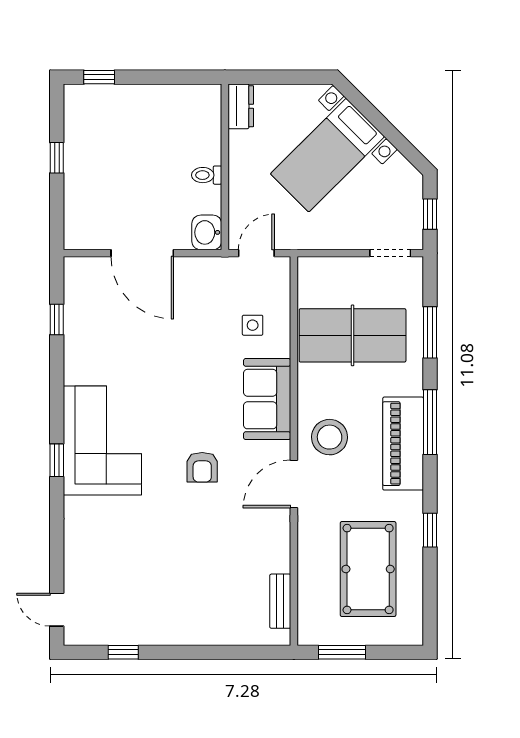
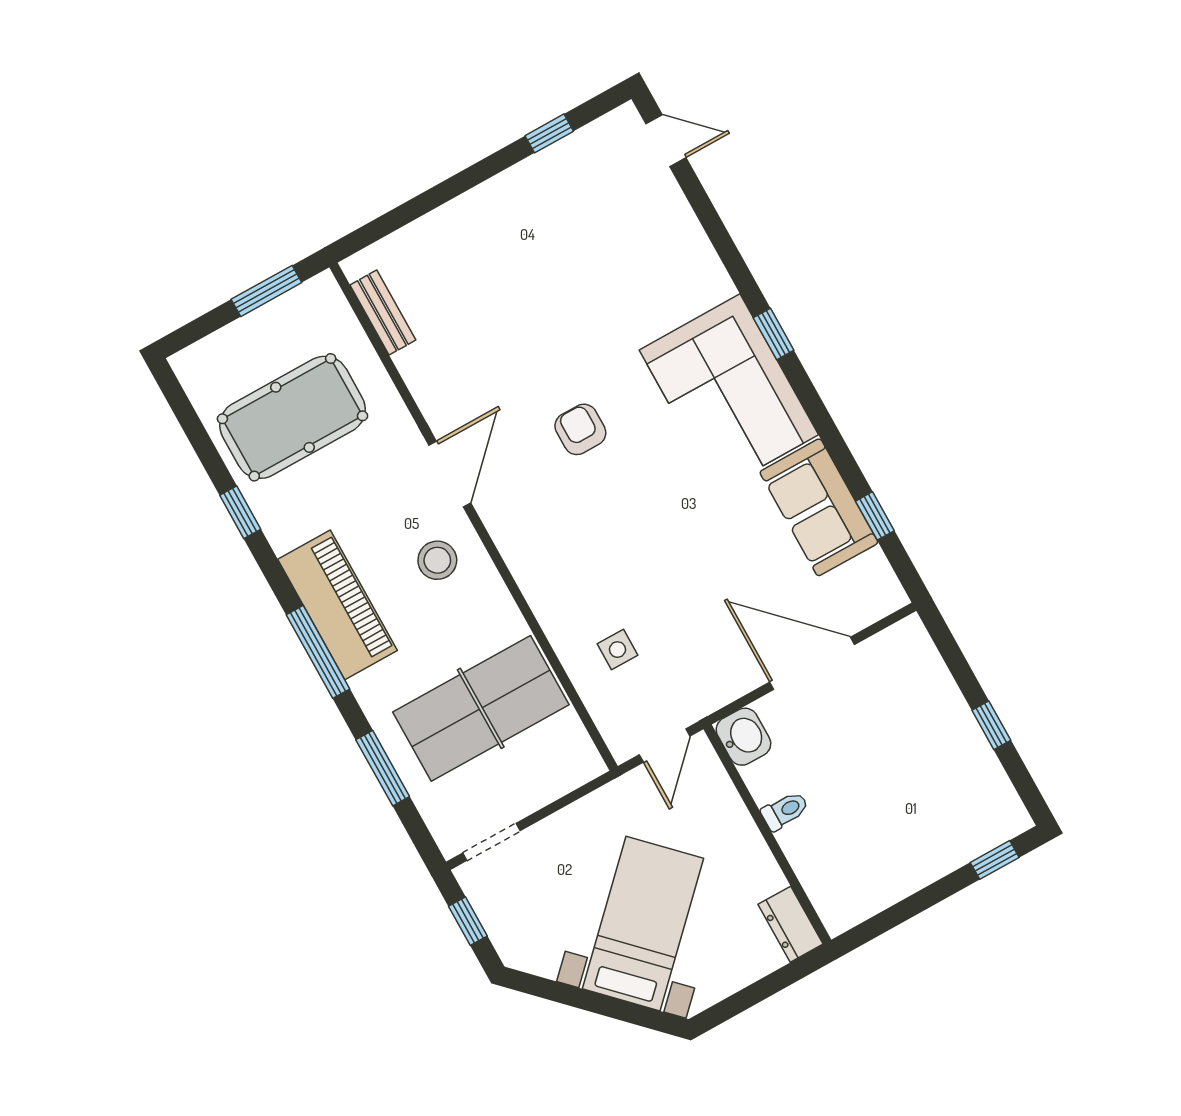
sofa: (267, 399) -> (819, 507), moved, turned 180
stool: (330, 437) -> (437, 560), width x0.73, depth x0.73
pool table: (368, 569) -> (292, 417), turned 90

